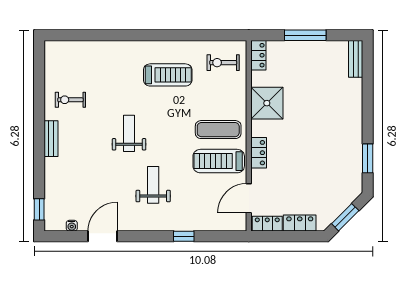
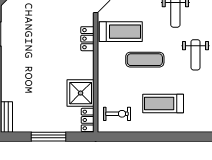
shower: (267, 103) -> (81, 93), moved
exercise mat: (218, 130) -> (145, 60), moved

